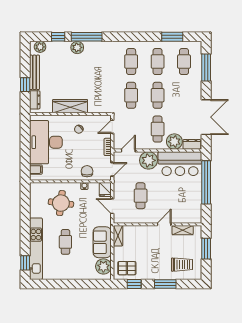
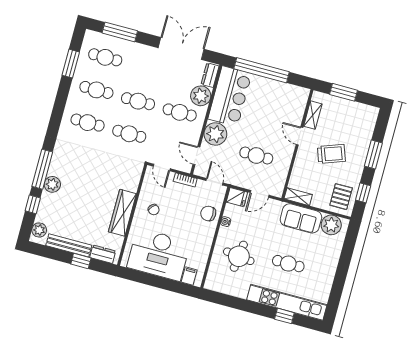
window: (25, 263) -> (284, 316), moved
trolley: (182, 265) -> (331, 154), moved, turned 70

